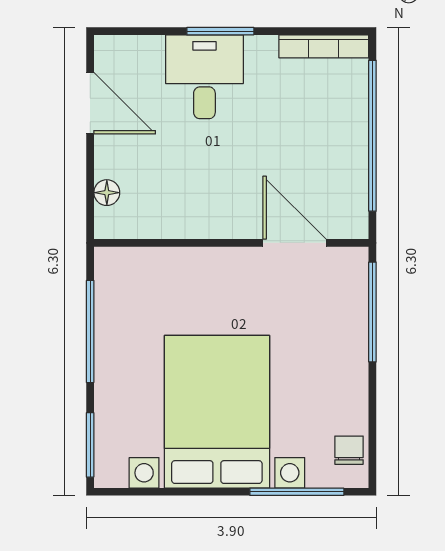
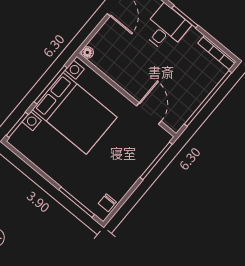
floor lamp: (107, 193) -> (87, 52), moved
bed with nightstands: (217, 412) -> (75, 113), moved, turned 90
chair: (349, 450) -> (107, 203), turned 180

